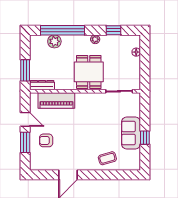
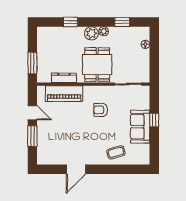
window: (62, 30) -> (70, 22), width x0.32
plant: (54, 41) -> (91, 33), moved
dresser: (42, 85) -> (64, 78), moved
window: (145, 138) -> (154, 120), moved
armchair: (46, 140) -> (101, 110), moved

